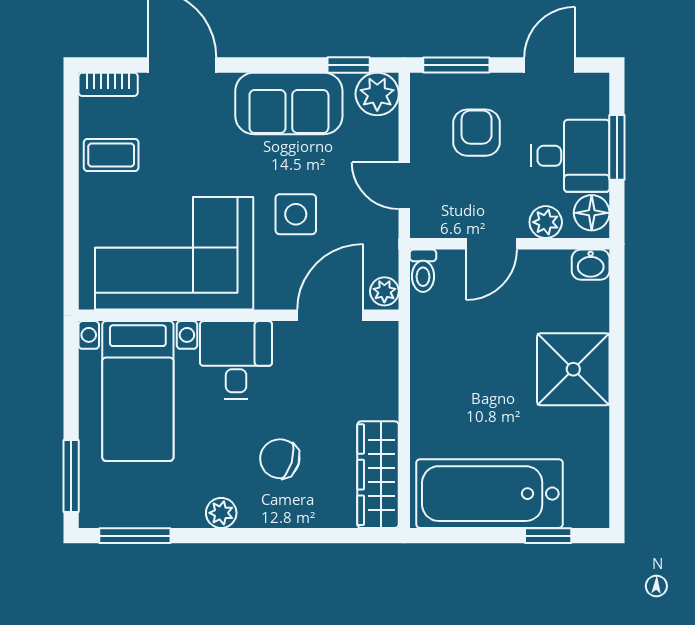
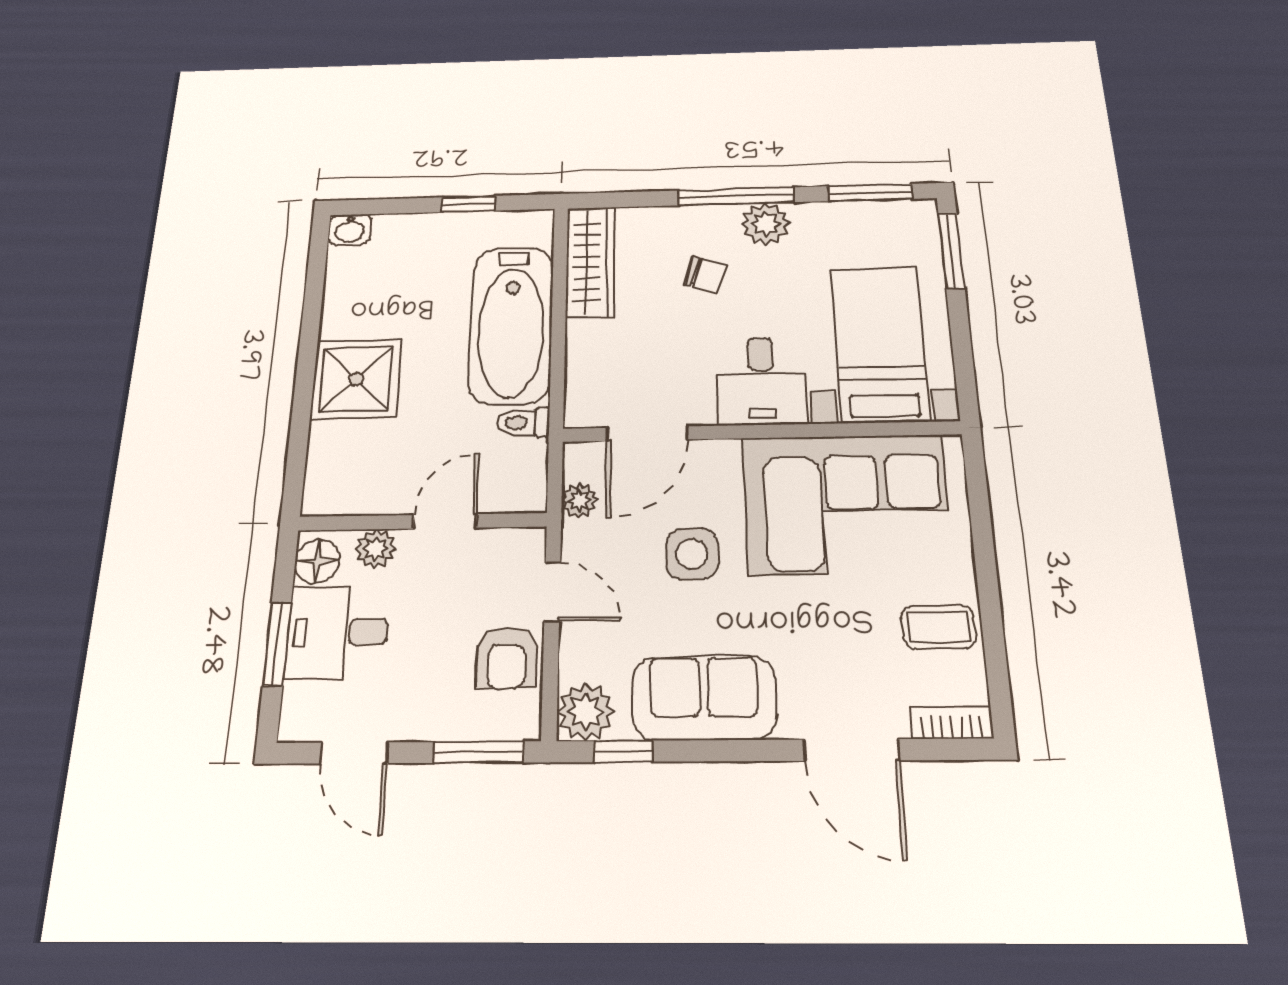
door: (550, 65) -> (354, 753), hinge flipped
armchair: (477, 133) -> (506, 658), moved
washbasin: (591, 265) -> (350, 230), moved, turned 180
toilet: (423, 271) -> (523, 423), moved, turned -90
plant: (384, 291) -> (579, 500), moved
chair: (280, 459) -> (705, 275), width x0.73, depth x0.73
bathtub: (489, 494) -> (511, 325), moved, turned 90
plant: (221, 513) -> (765, 224), width x1.38, depth x1.38
window: (251, 536) -> (736, 196), added
window: (548, 536) -> (468, 204), moved

